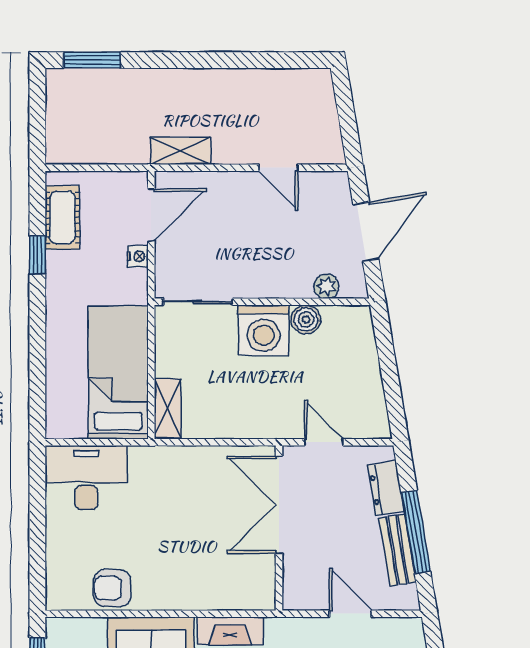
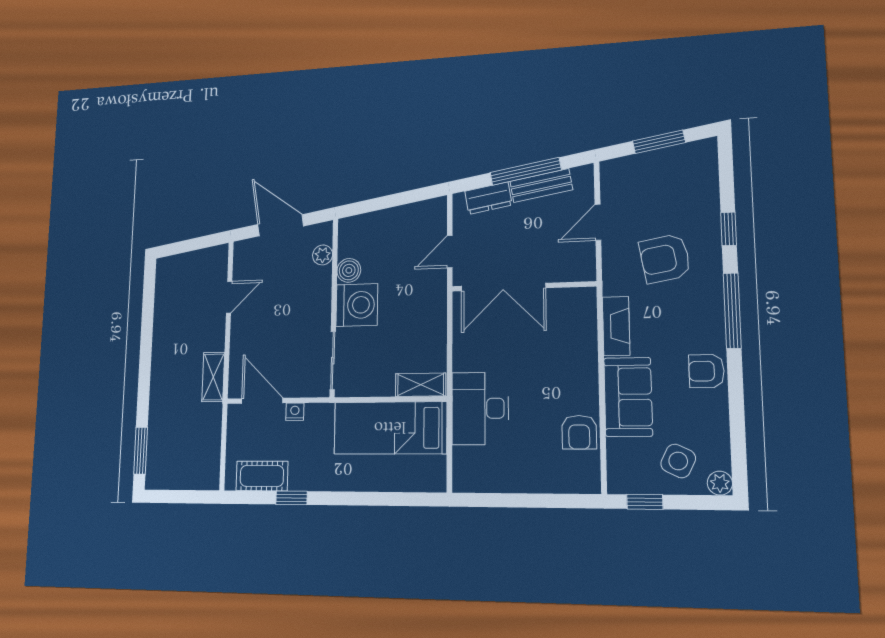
desk: (86, 478) -> (480, 408), moved

